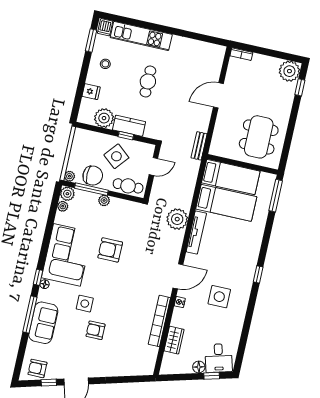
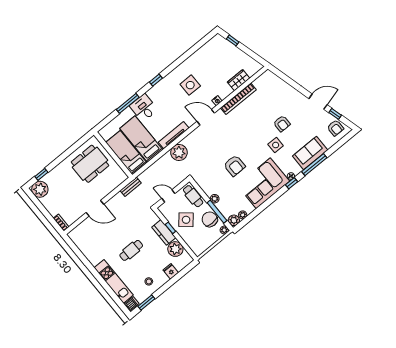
window: (276, 196) -> (128, 103), moved
desk: (219, 358) -> (144, 108), moved, turned -75
floor lamp: (199, 367) -> (236, 52), removed

